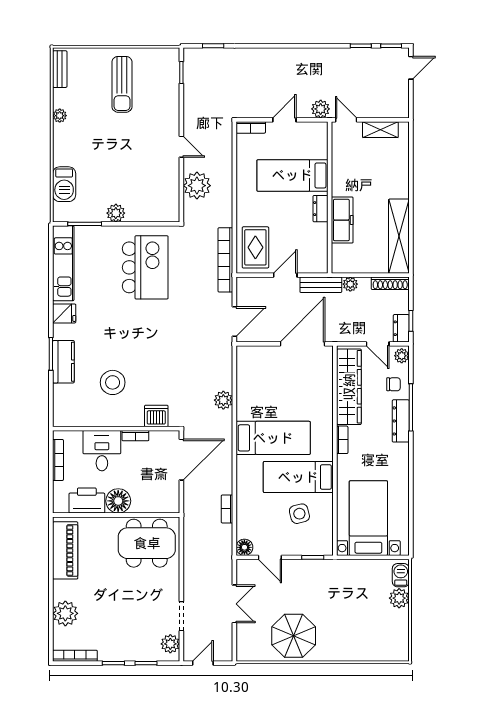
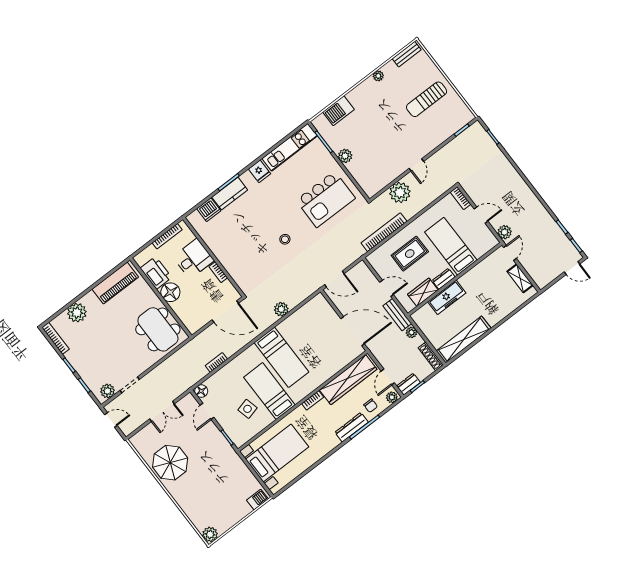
wardrobe: (318, 241) -> (423, 292), added
rug: (255, 247) -> (410, 254), moved
bookcase: (225, 260) -> (384, 232), moved
stool: (113, 382) -> (285, 239), moved, width x0.53, depth x0.53
dishwasher: (156, 416) -> (209, 210), moved, turned 90
plant: (399, 598) -> (210, 534), moved

